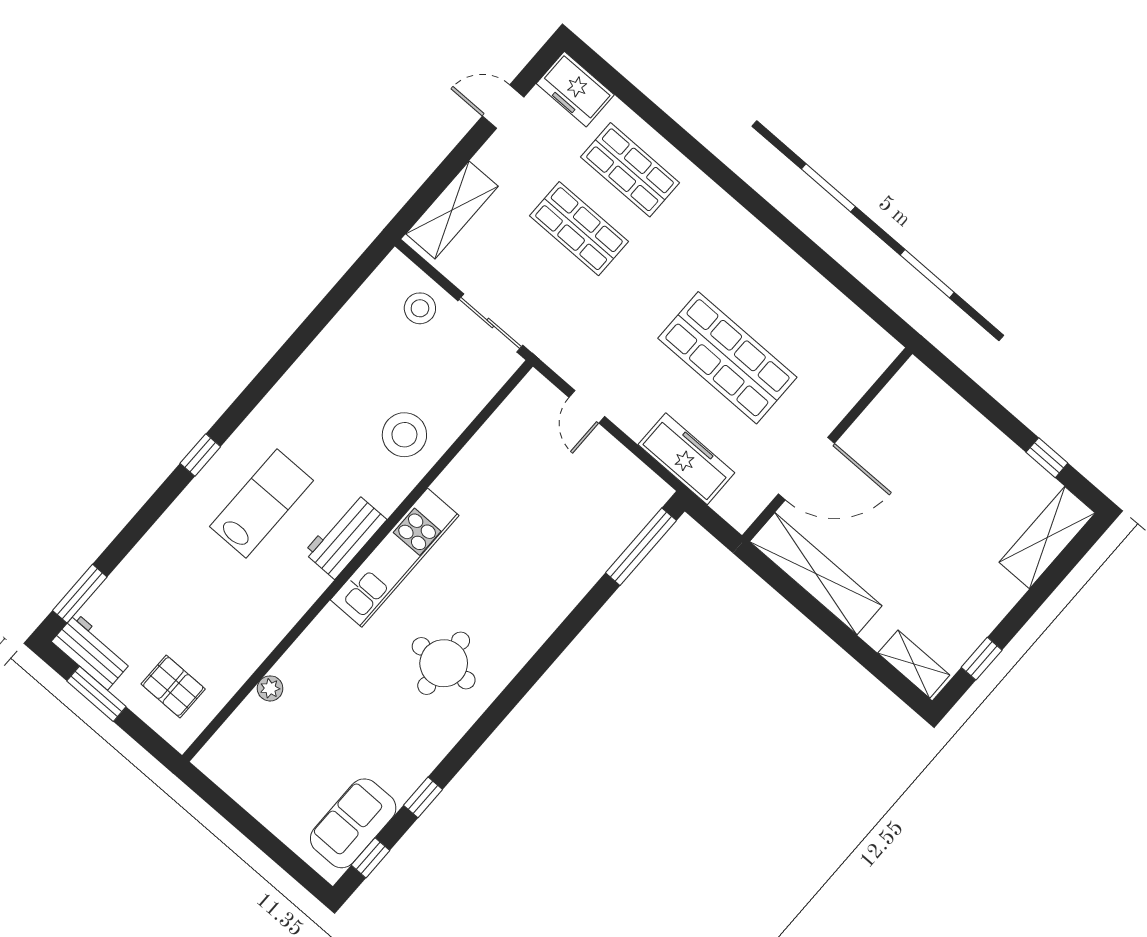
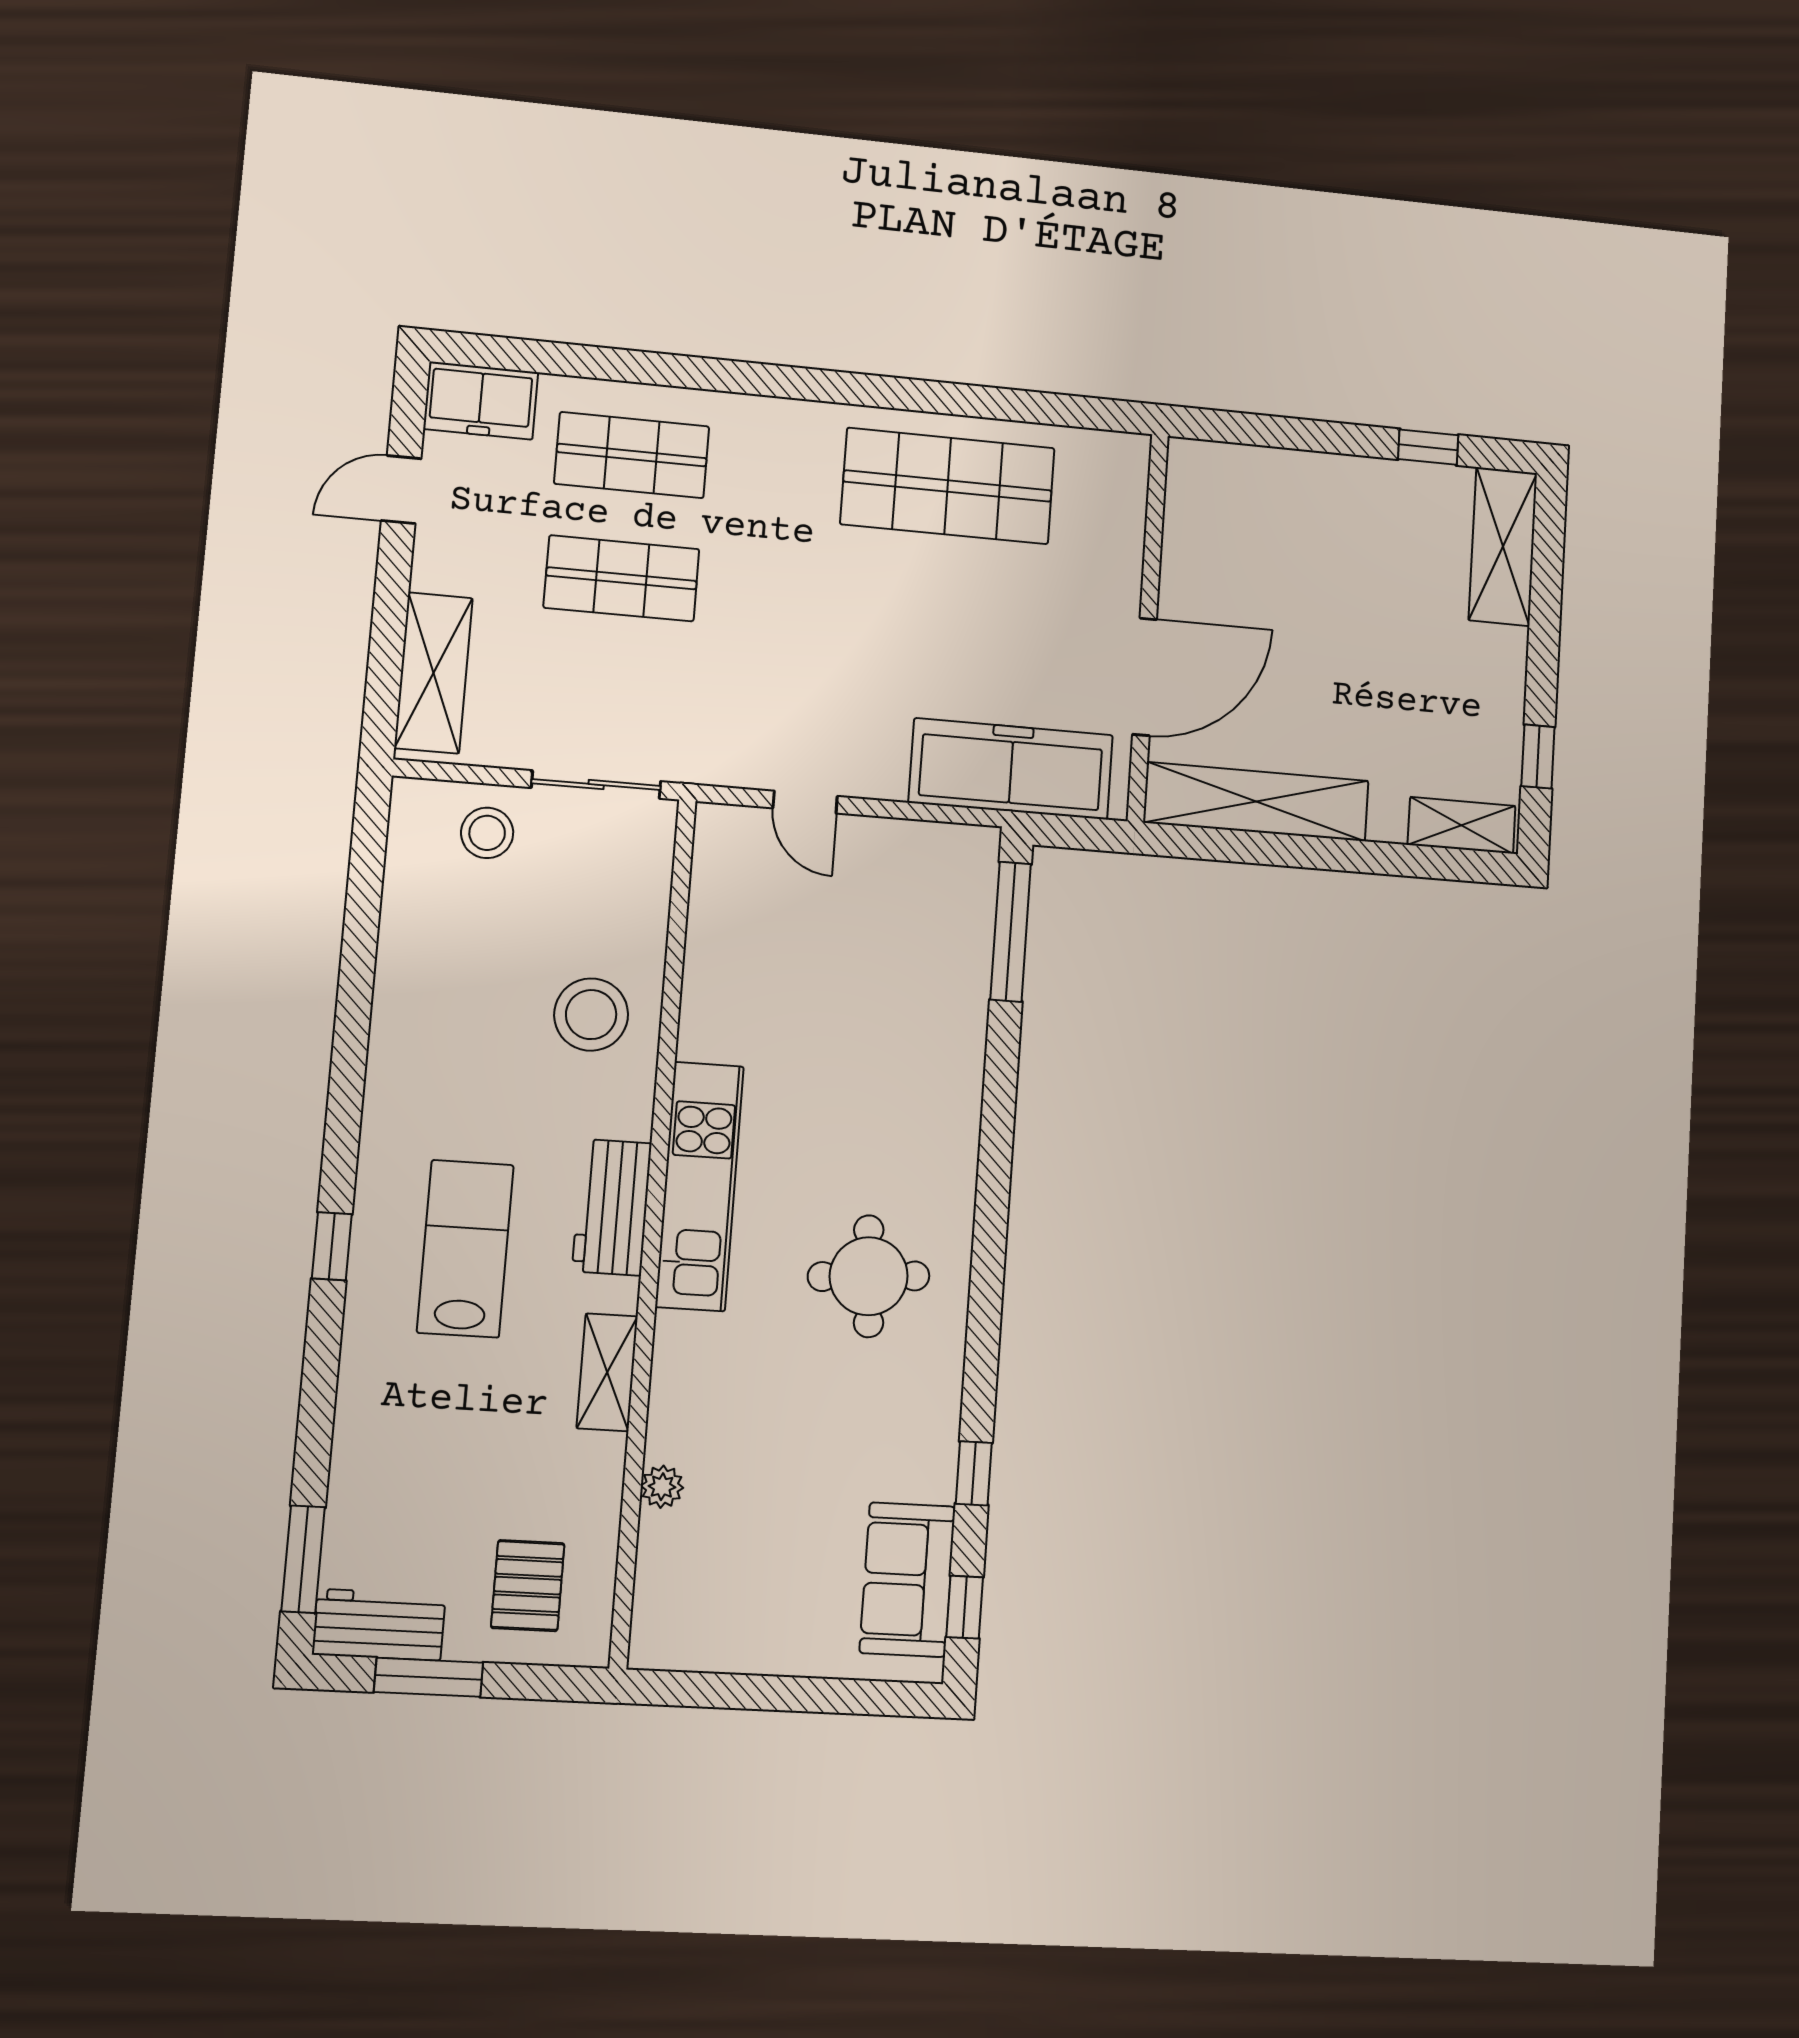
shop shelf: (727, 358) -> (948, 486), moved
freezer: (686, 459) -> (1011, 769), width x1.36, depth x1.26
shelving: (285, 614) -> (607, 1372), added
pallet: (173, 686) -> (528, 1586), turned 90

